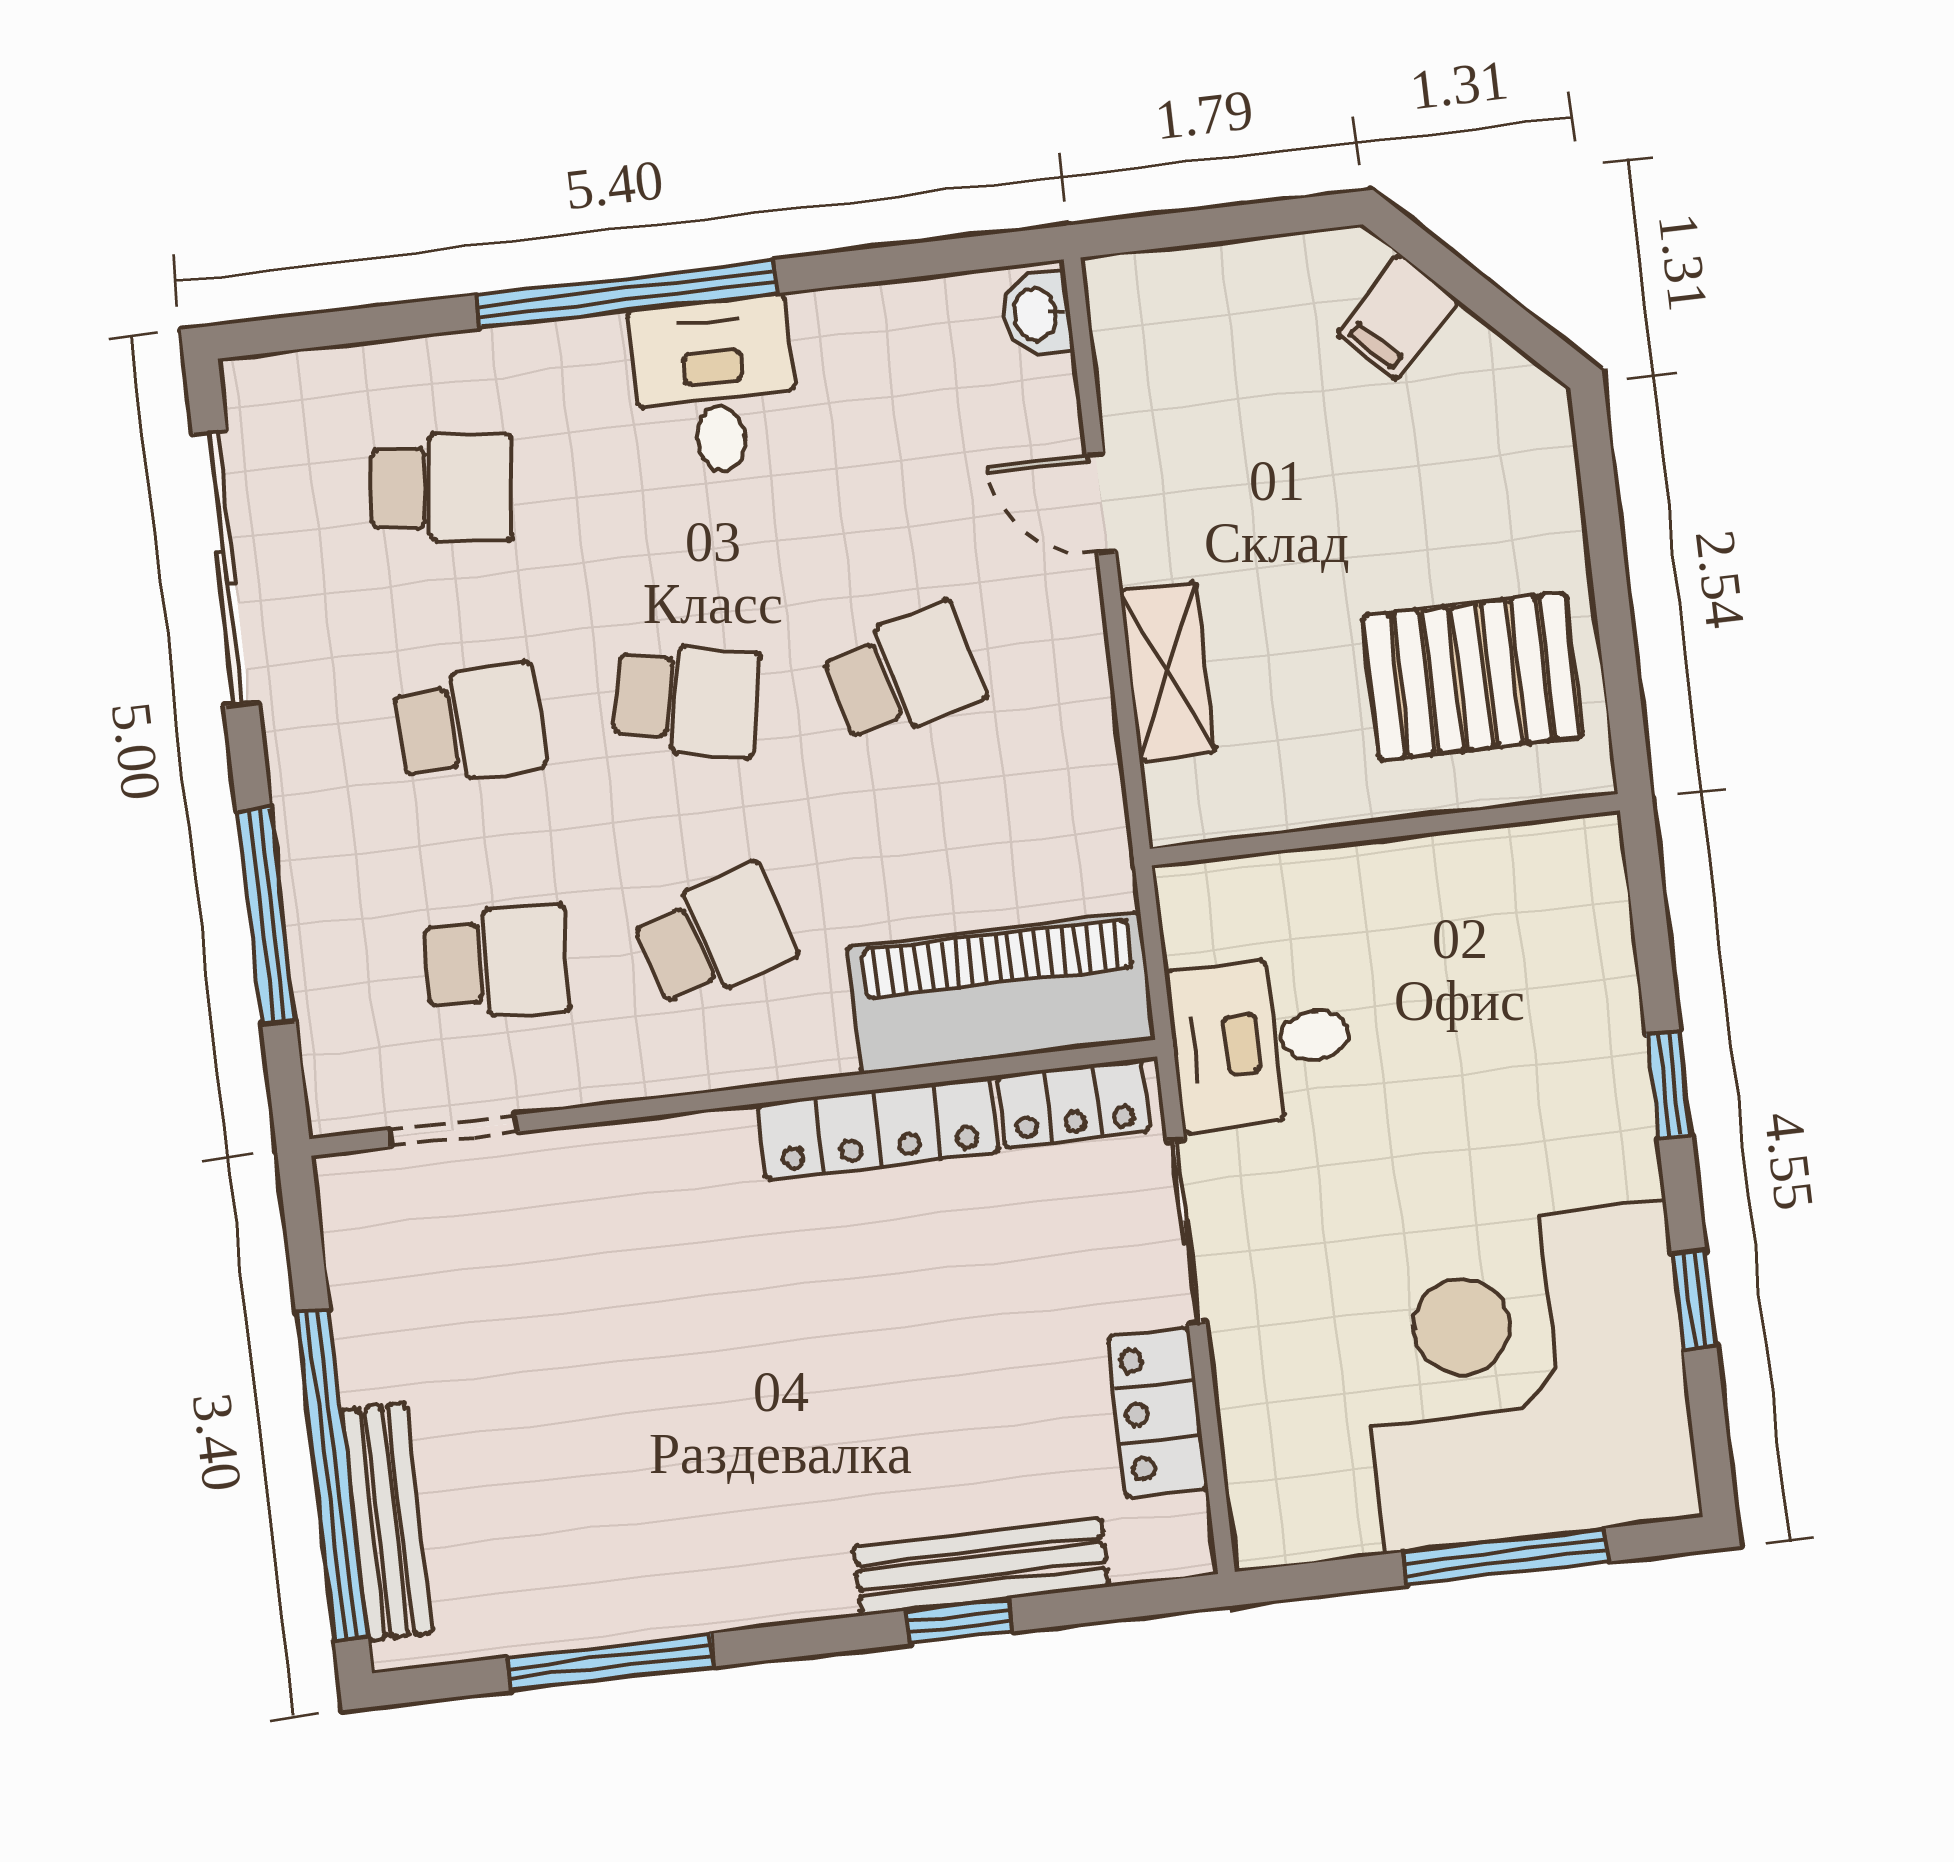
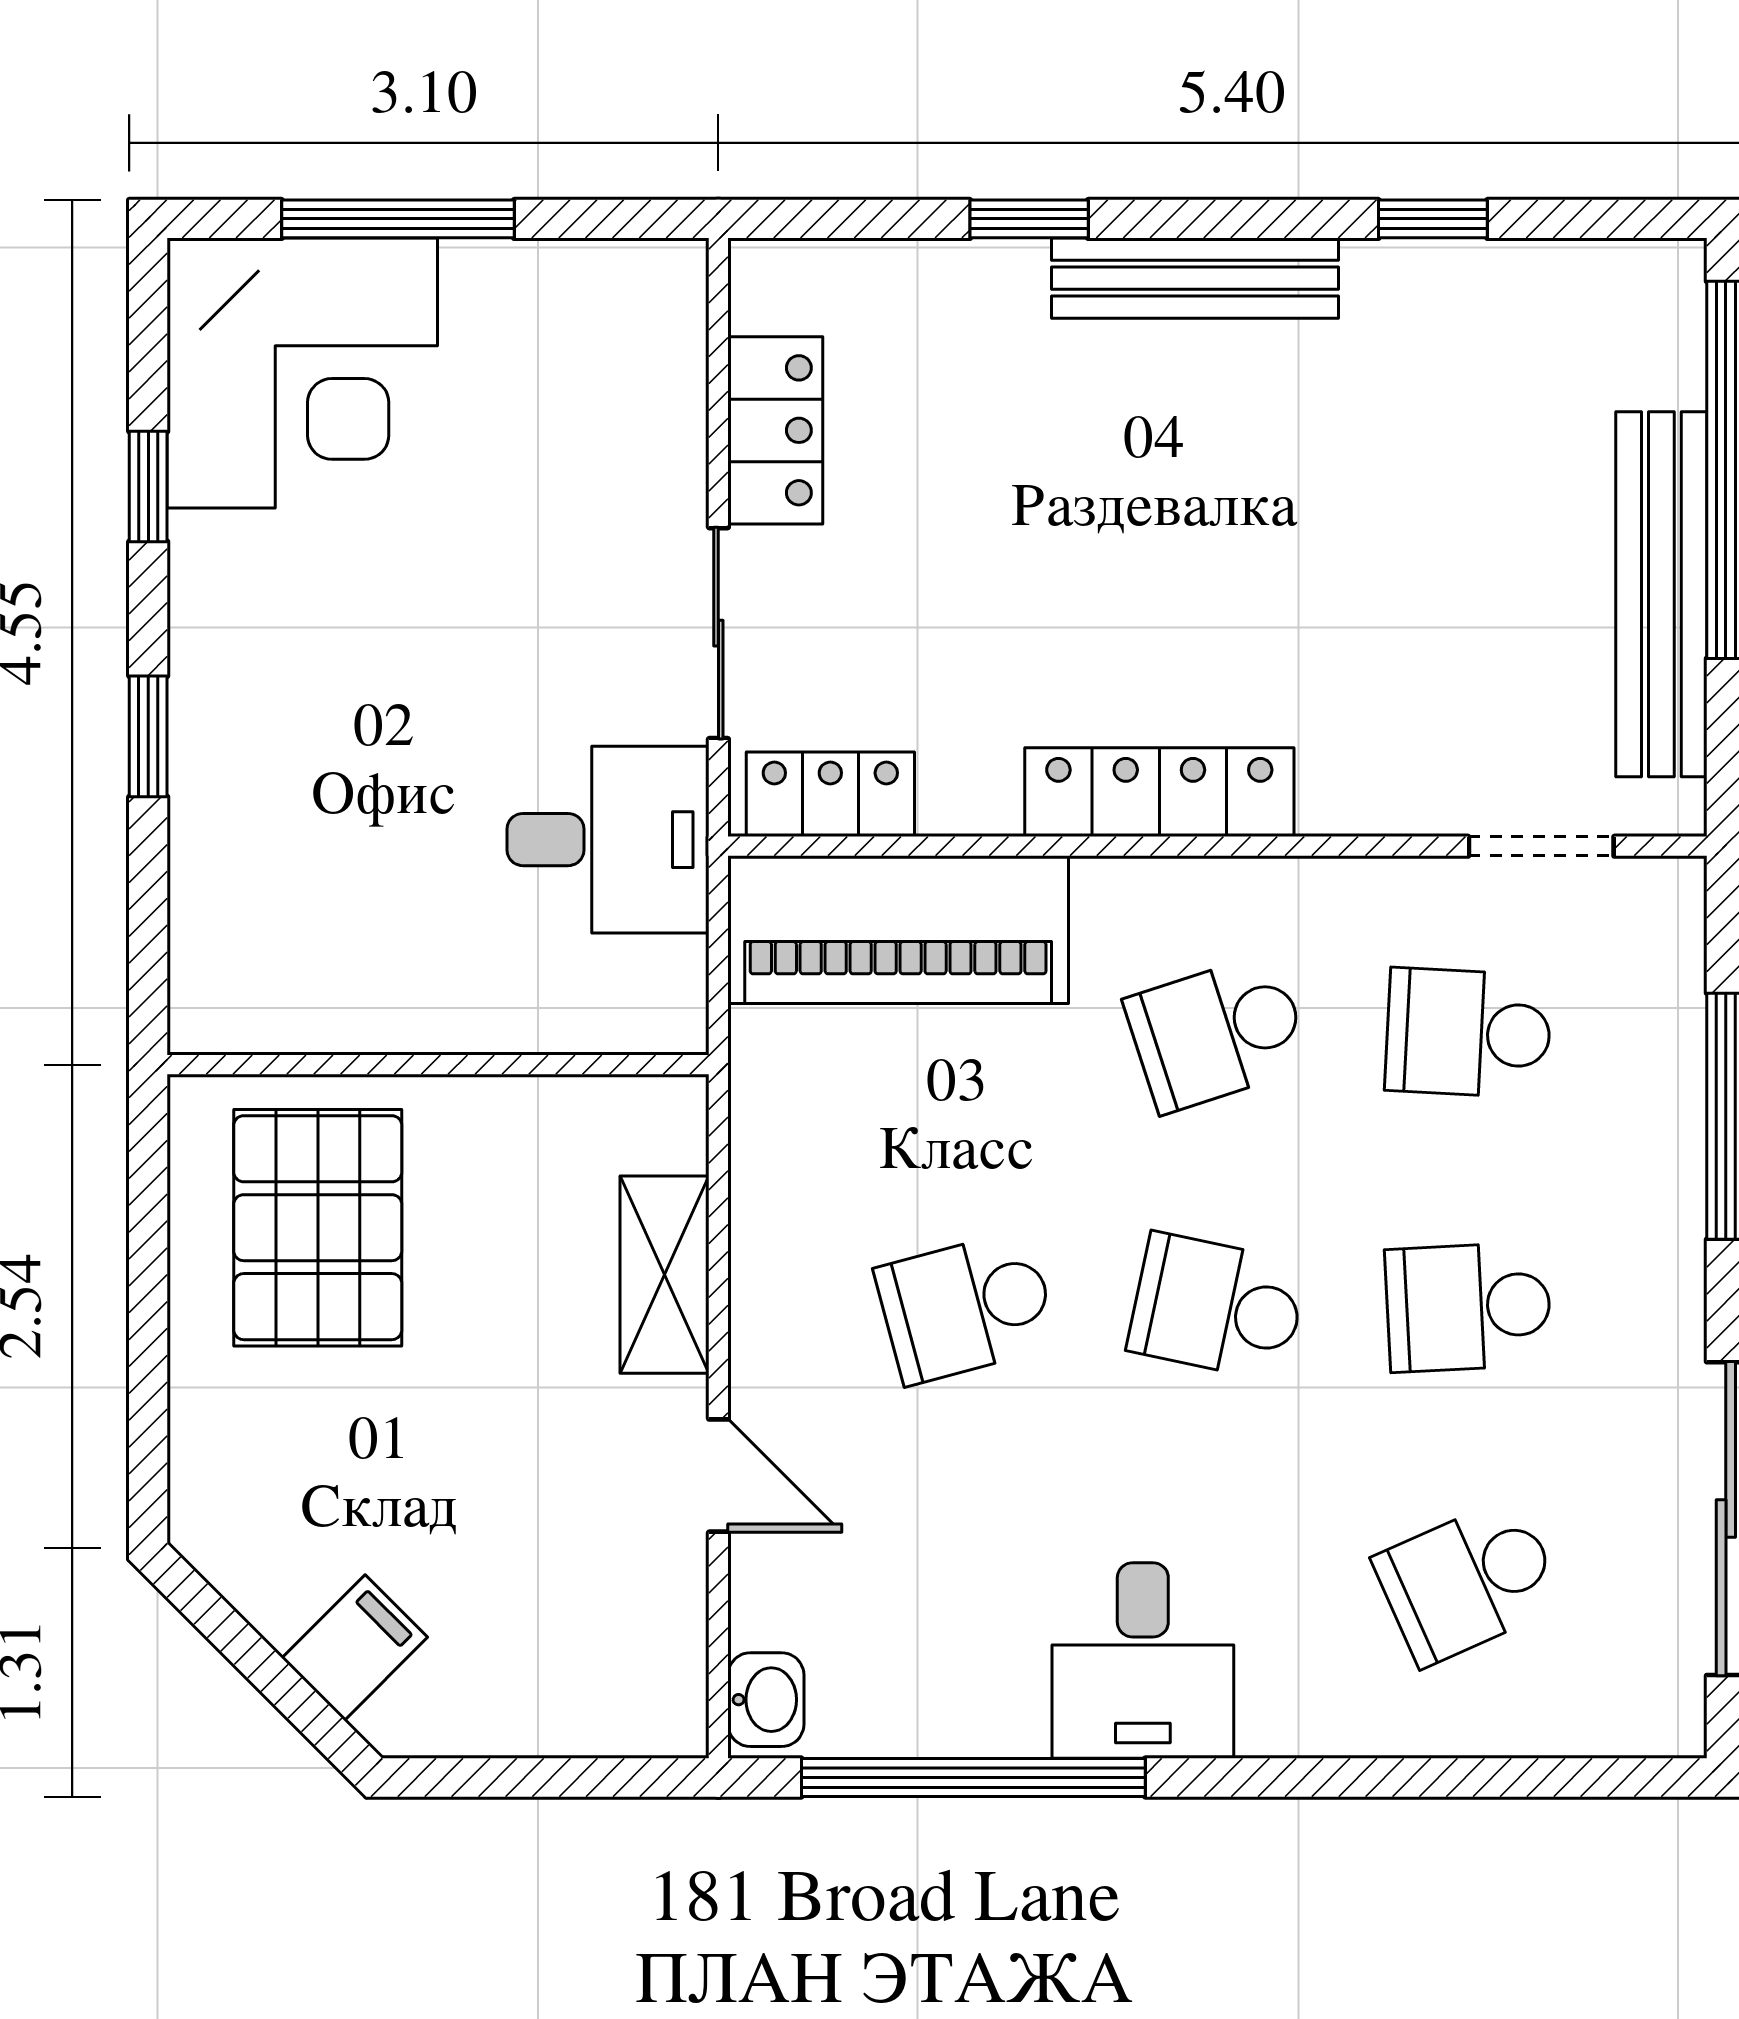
window: (627, 294) -> (973, 1777), moved
school desk: (442, 488) -> (1468, 1581), turned -30
pallet: (1472, 677) -> (318, 1228), turned 90
locker: (878, 1128) -> (1159, 792), moved
corner desk: (1526, 1377) -> (302, 373), width x0.74, depth x0.74
bench: (387, 1521) -> (1661, 594), moved, width x1.37, depth x1.21
bench: (981, 1567) -> (1195, 278), moved
window: (611, 1662) -> (1433, 219), width x0.46

